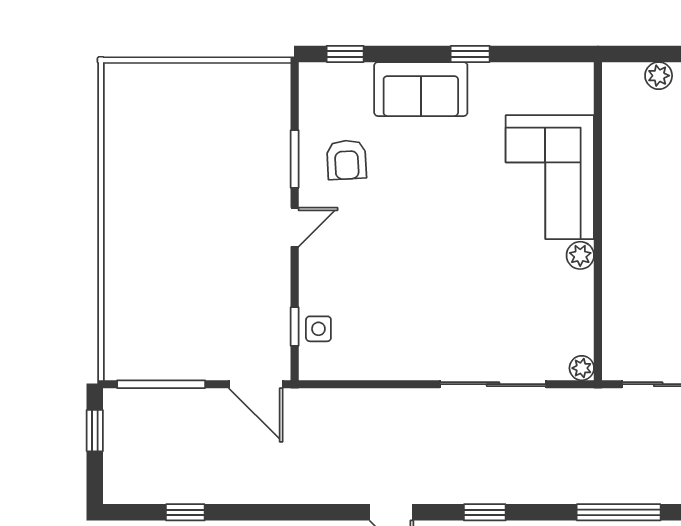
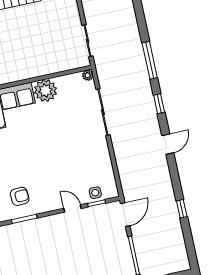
door: (295, 227) -> (73, 208), moved
plant: (580, 255) -> (45, 91), width x1.88, depth x1.88
window: (185, 512) -> (182, 209), moved
window: (619, 512) -> (150, 60), moved

